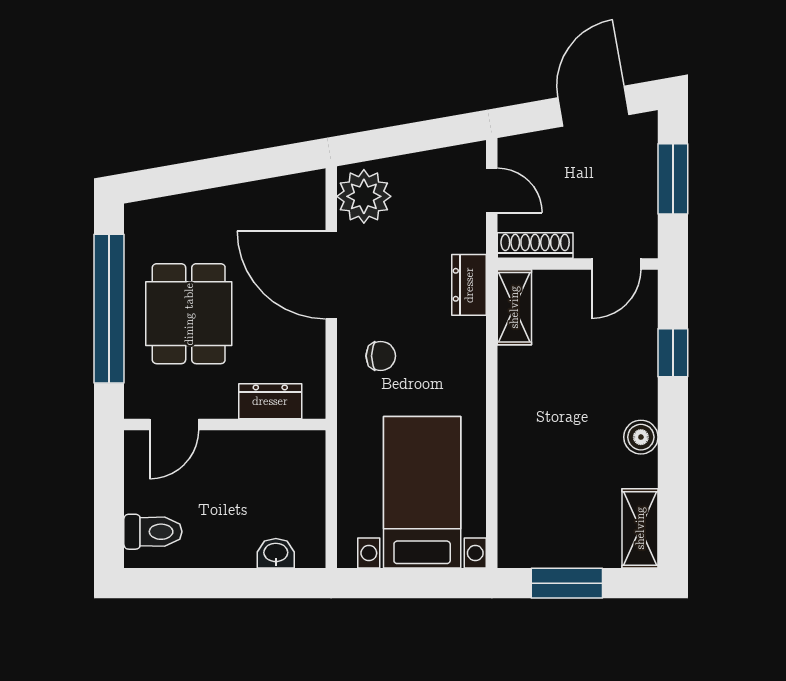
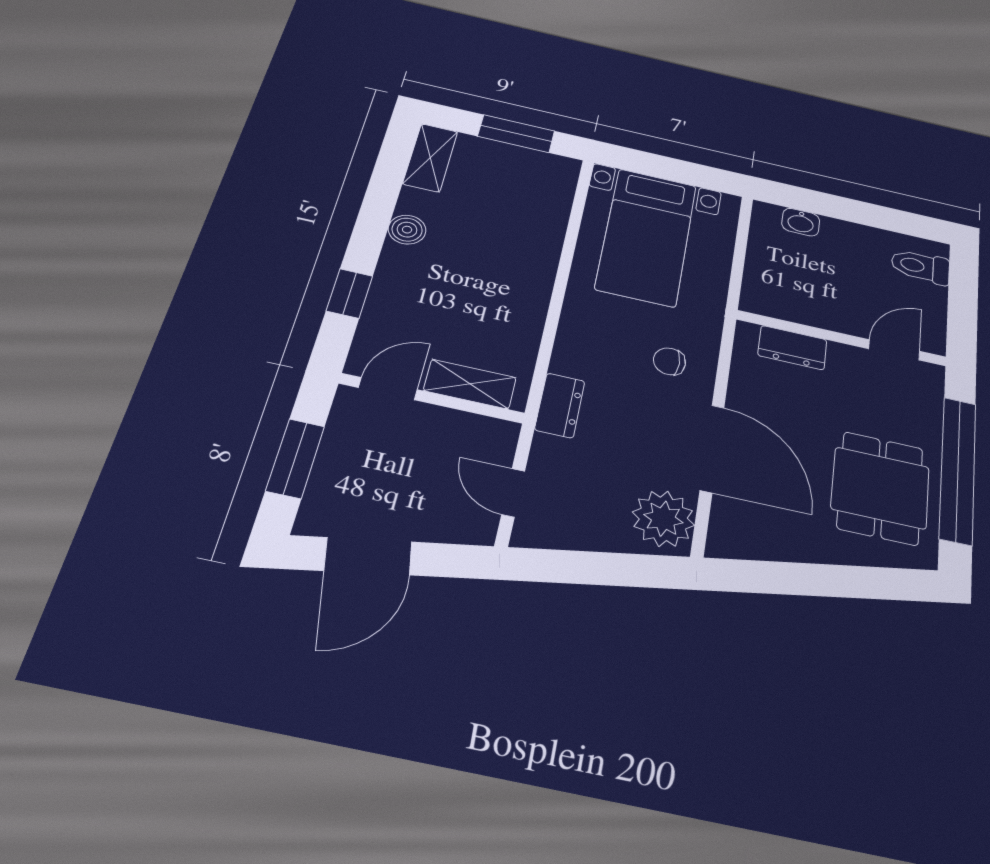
shoe rack: (535, 245) -> (476, 427), removed
shelving: (514, 307) -> (470, 384), moved, turned 90
dining table: (189, 314) -> (880, 488), moved

